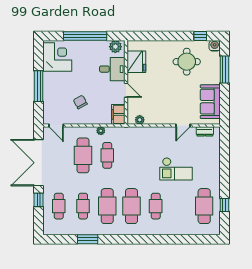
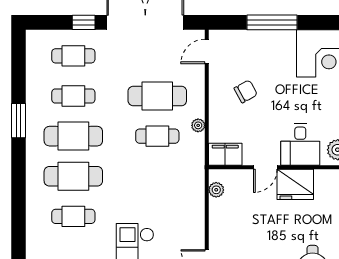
fridge: (136, 62) -> (295, 184), moved
window: (88, 239) -> (18, 121), moved

